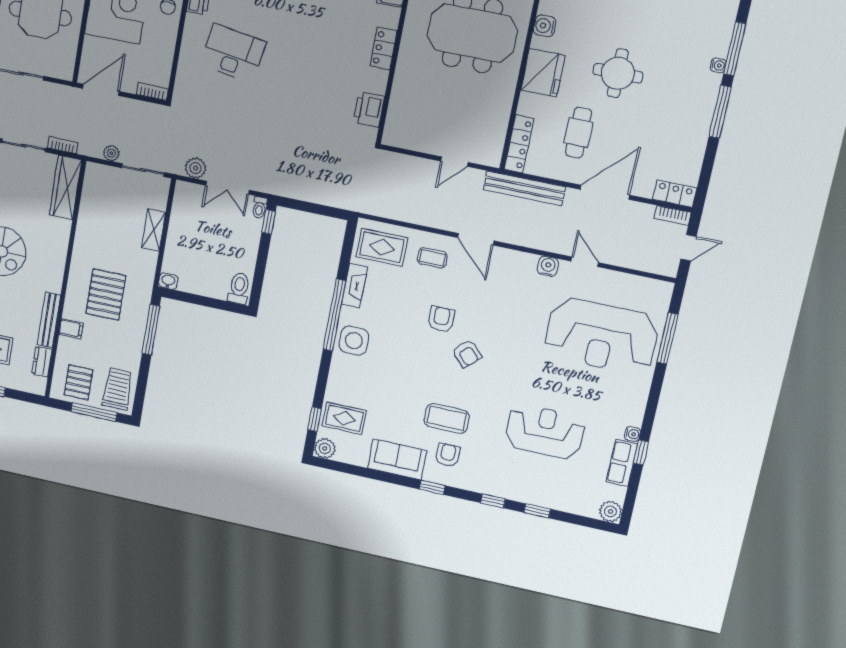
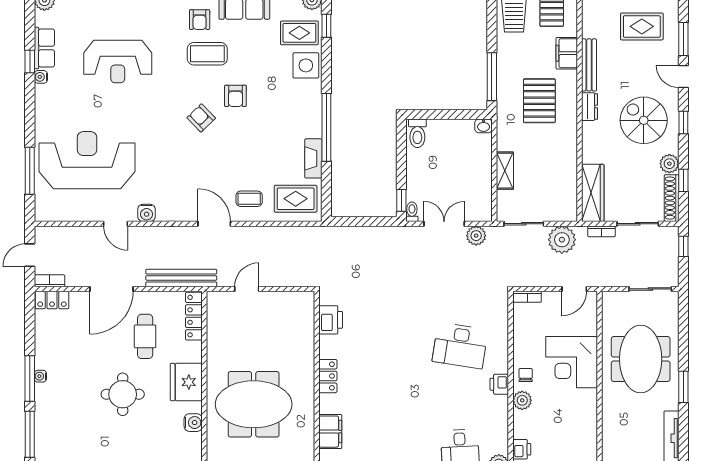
water cooler: (718, 65) -> (40, 376), moved
door: (101, 90) -> (574, 289), width x0.73
plant: (111, 153) -> (562, 240), width x1.87, depth x1.87
armchair: (441, 319) -> (235, 96), moved
filing cabinet: (71, 329) -> (567, 53), width x2.00
side table: (354, 341) -> (306, 65), moved
dresser: (42, 362) -> (590, 107), moved

